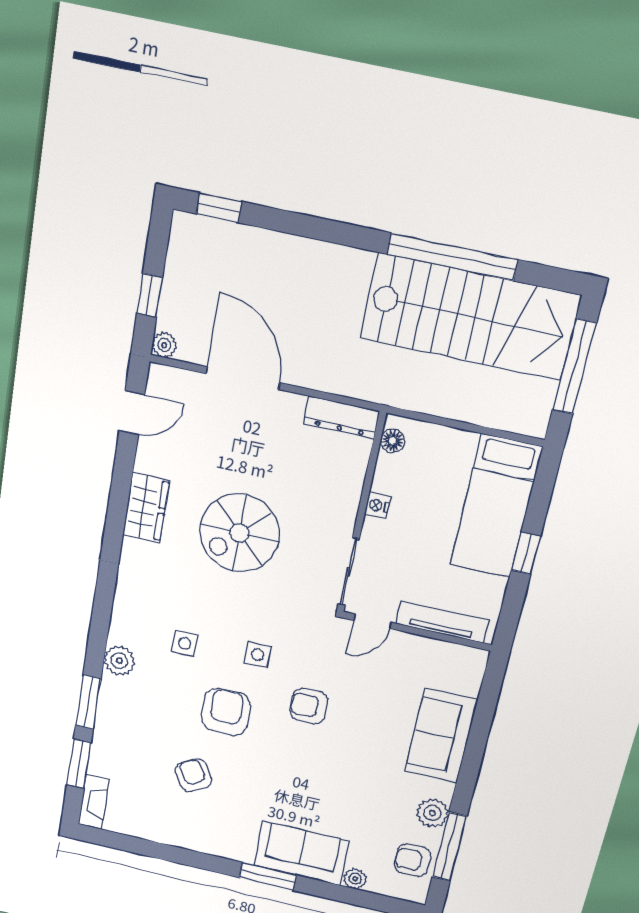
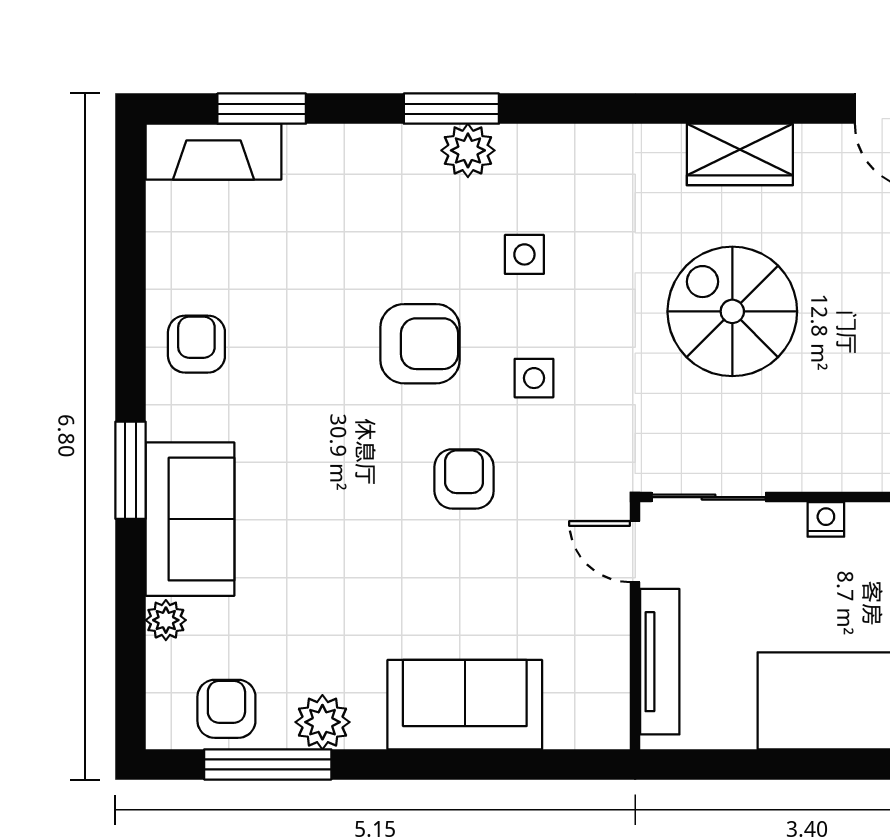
window: (526, 553) -> (802, 764), removed
window: (88, 702) -> (451, 109), moved
armchair: (194, 775) -> (196, 344), moved, turned -60
fireplace: (94, 802) -> (213, 152), width x1.37, depth x1.32

